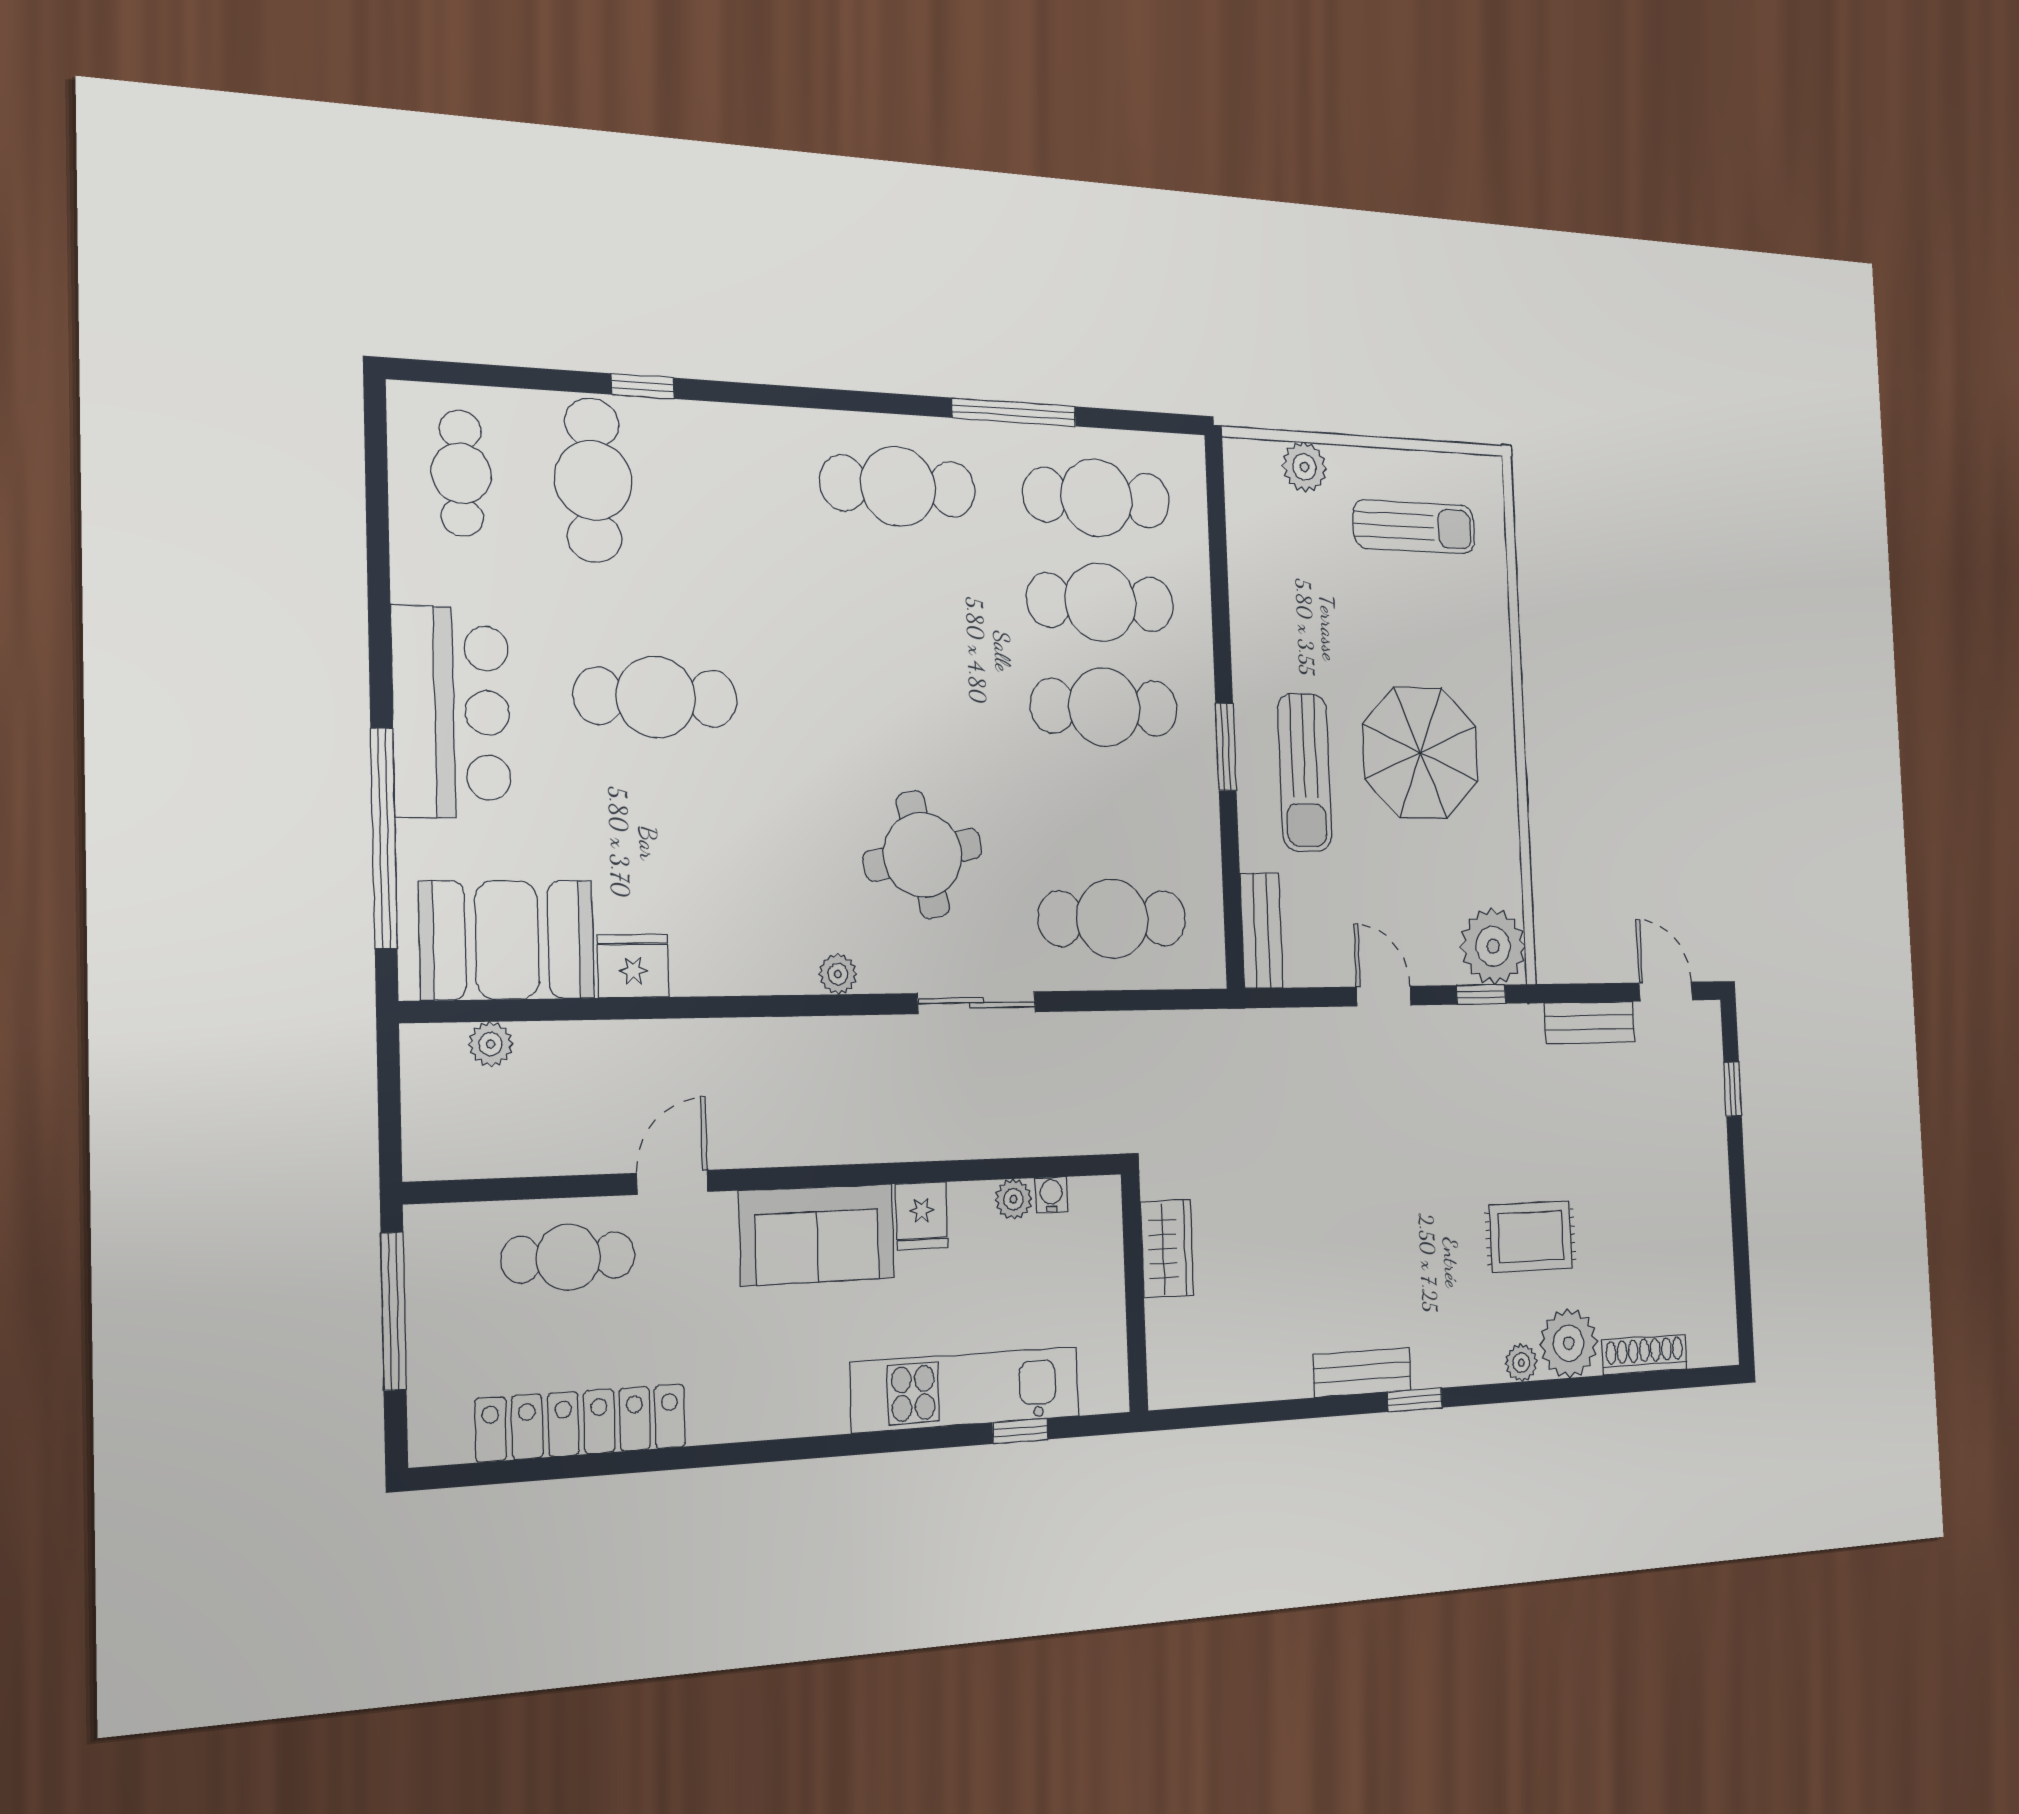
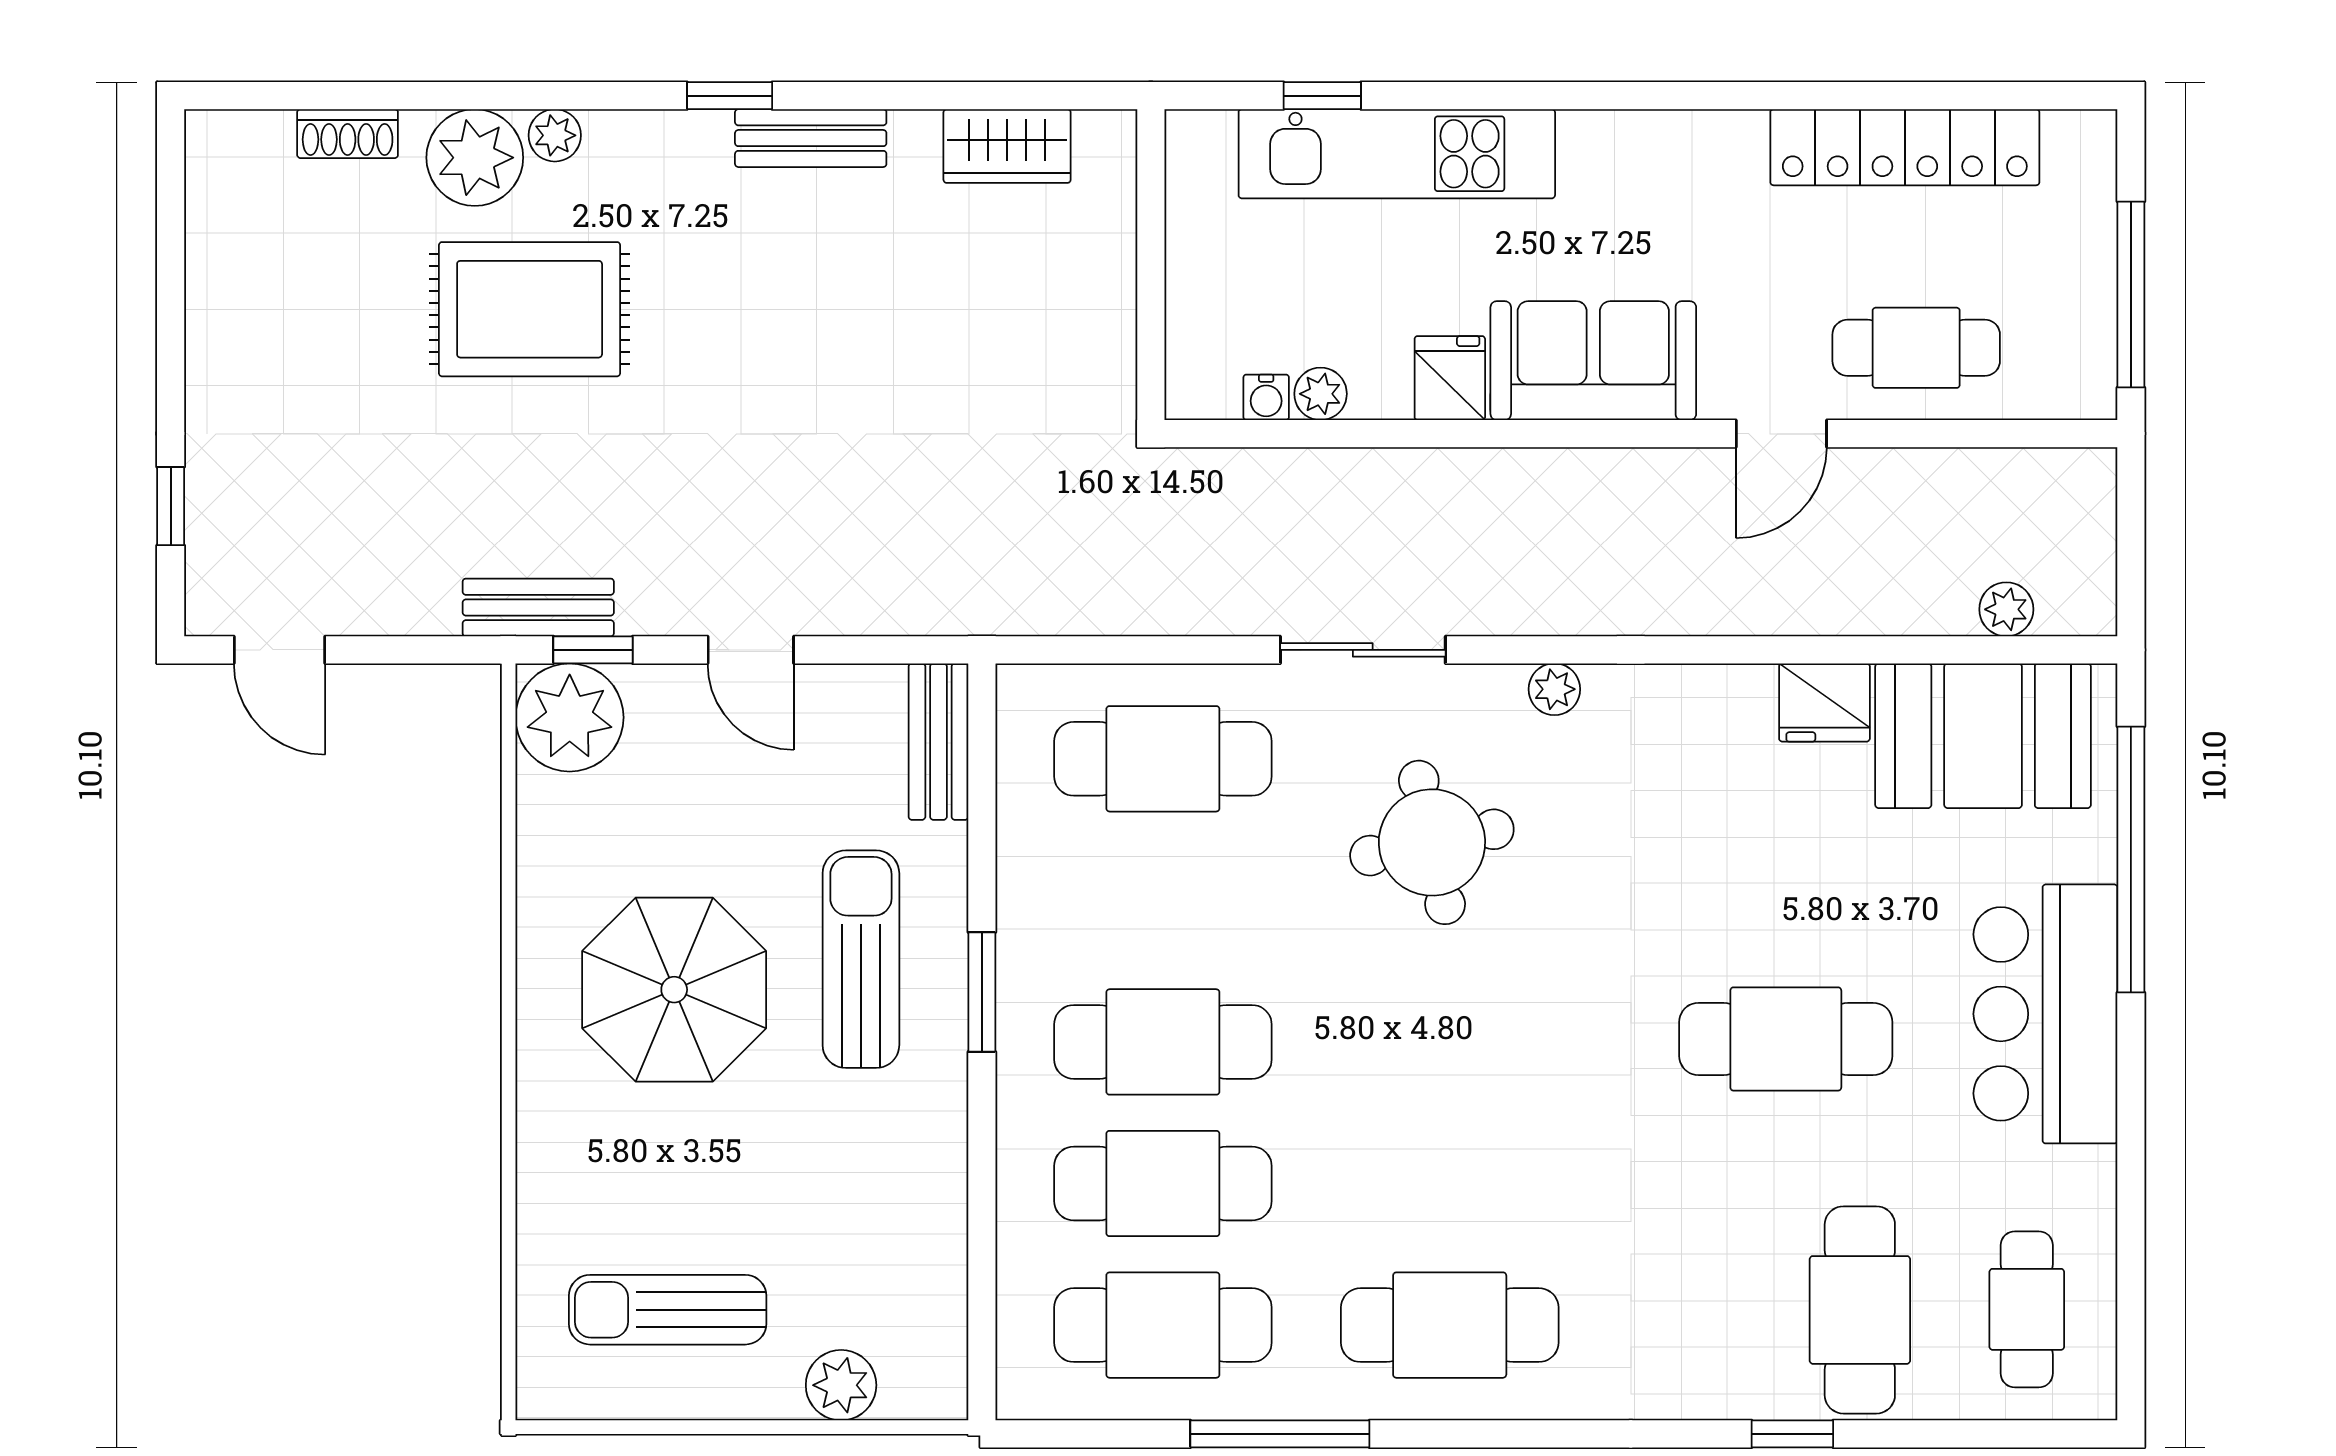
bench: (1589, 1022) -> (538, 607), moved
rug: (1531, 1237) -> (530, 309), width x1.36, depth x1.43
wardrobe: (1167, 1249) -> (1007, 146), moved, turned -90
shoe rack: (1645, 1355) -> (348, 134), width x0.70

